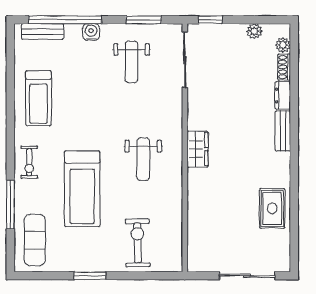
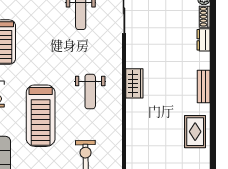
bench: (283, 131) -> (204, 86), moved

